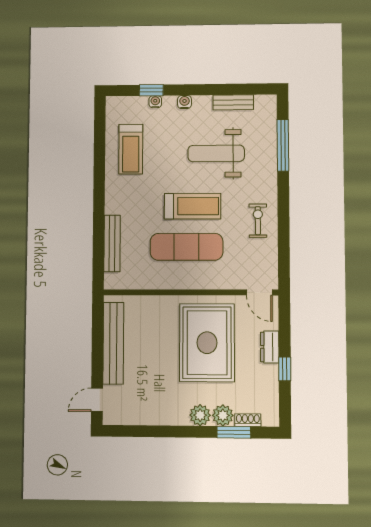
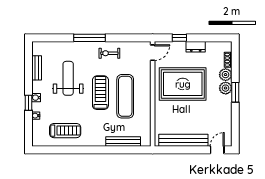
window: (151, 90) -> (28, 103), moved
window: (283, 145) -> (90, 38), moved
weight bench: (216, 153) -> (68, 78), turned 180
dresser: (270, 347) -> (196, 47), moved
window: (285, 369) -> (179, 38), moved
door: (97, 400) -> (217, 150), swing flipped
window: (234, 432) -> (235, 92), moved

